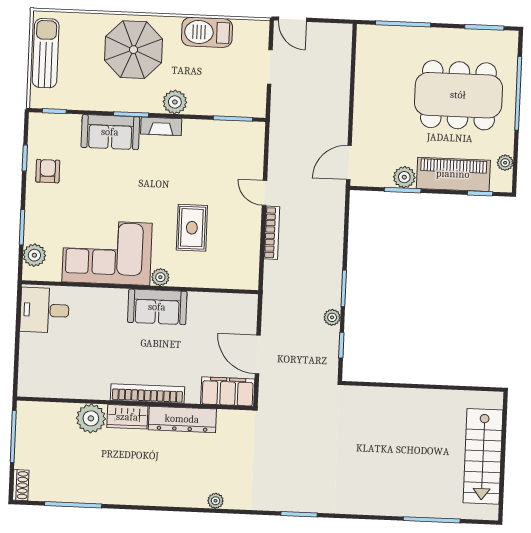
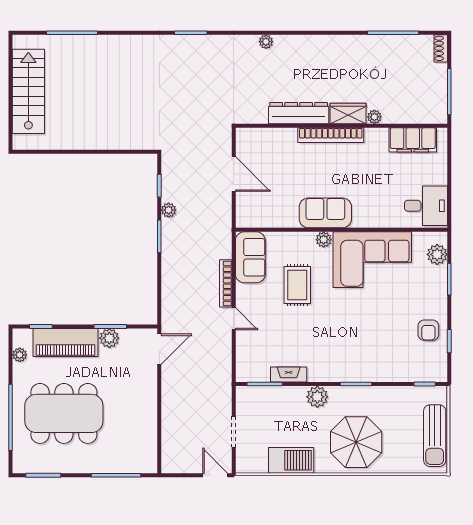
fireplace: (161, 126) -> (289, 375), moved
sofa: (110, 132) -> (250, 257), moved, turned 90
filing cabinet: (228, 391) -> (413, 140), moved
plant: (91, 418) -> (374, 117), width x0.53, depth x0.53

